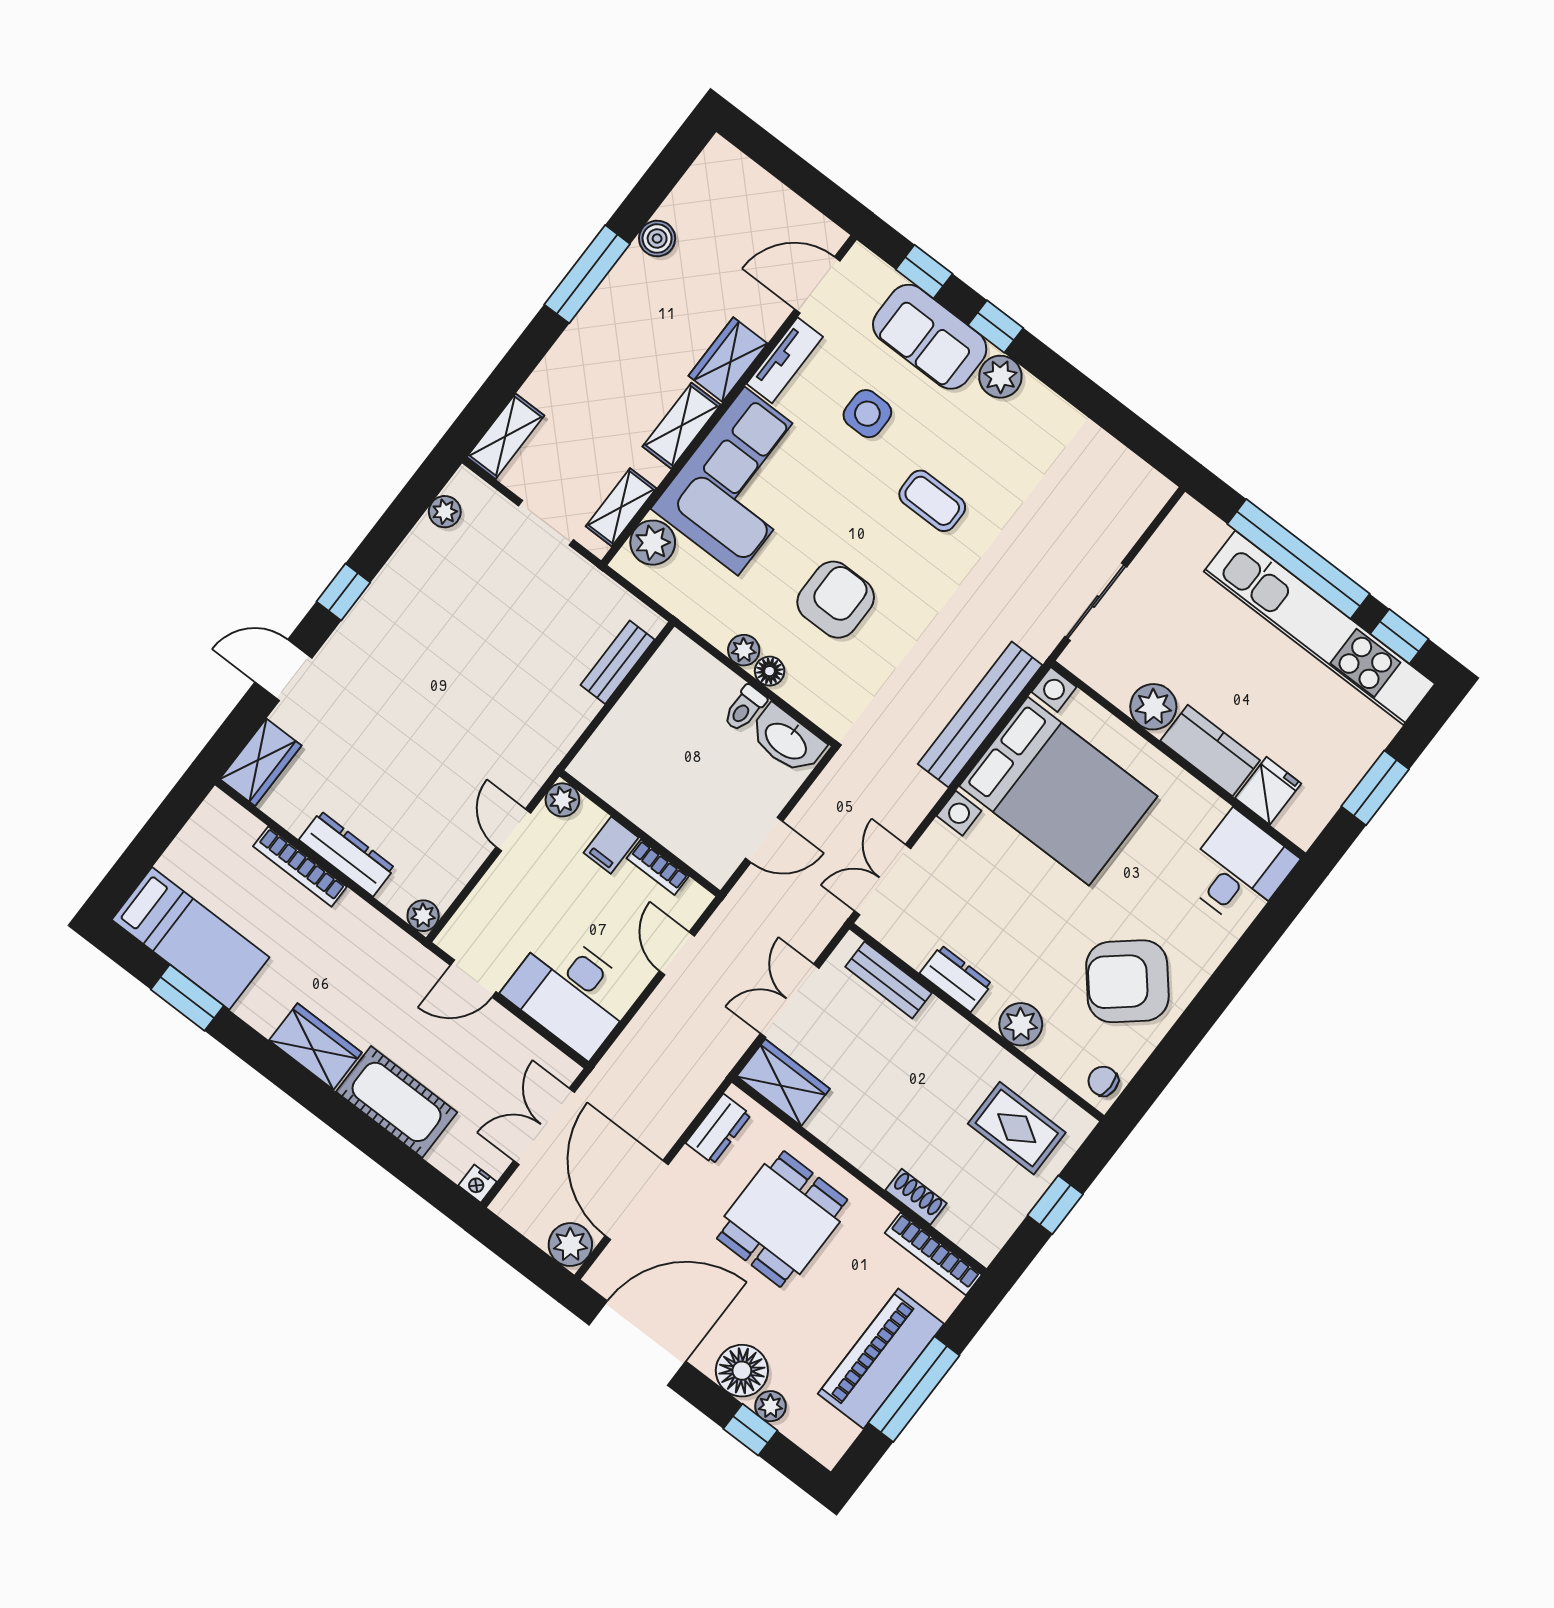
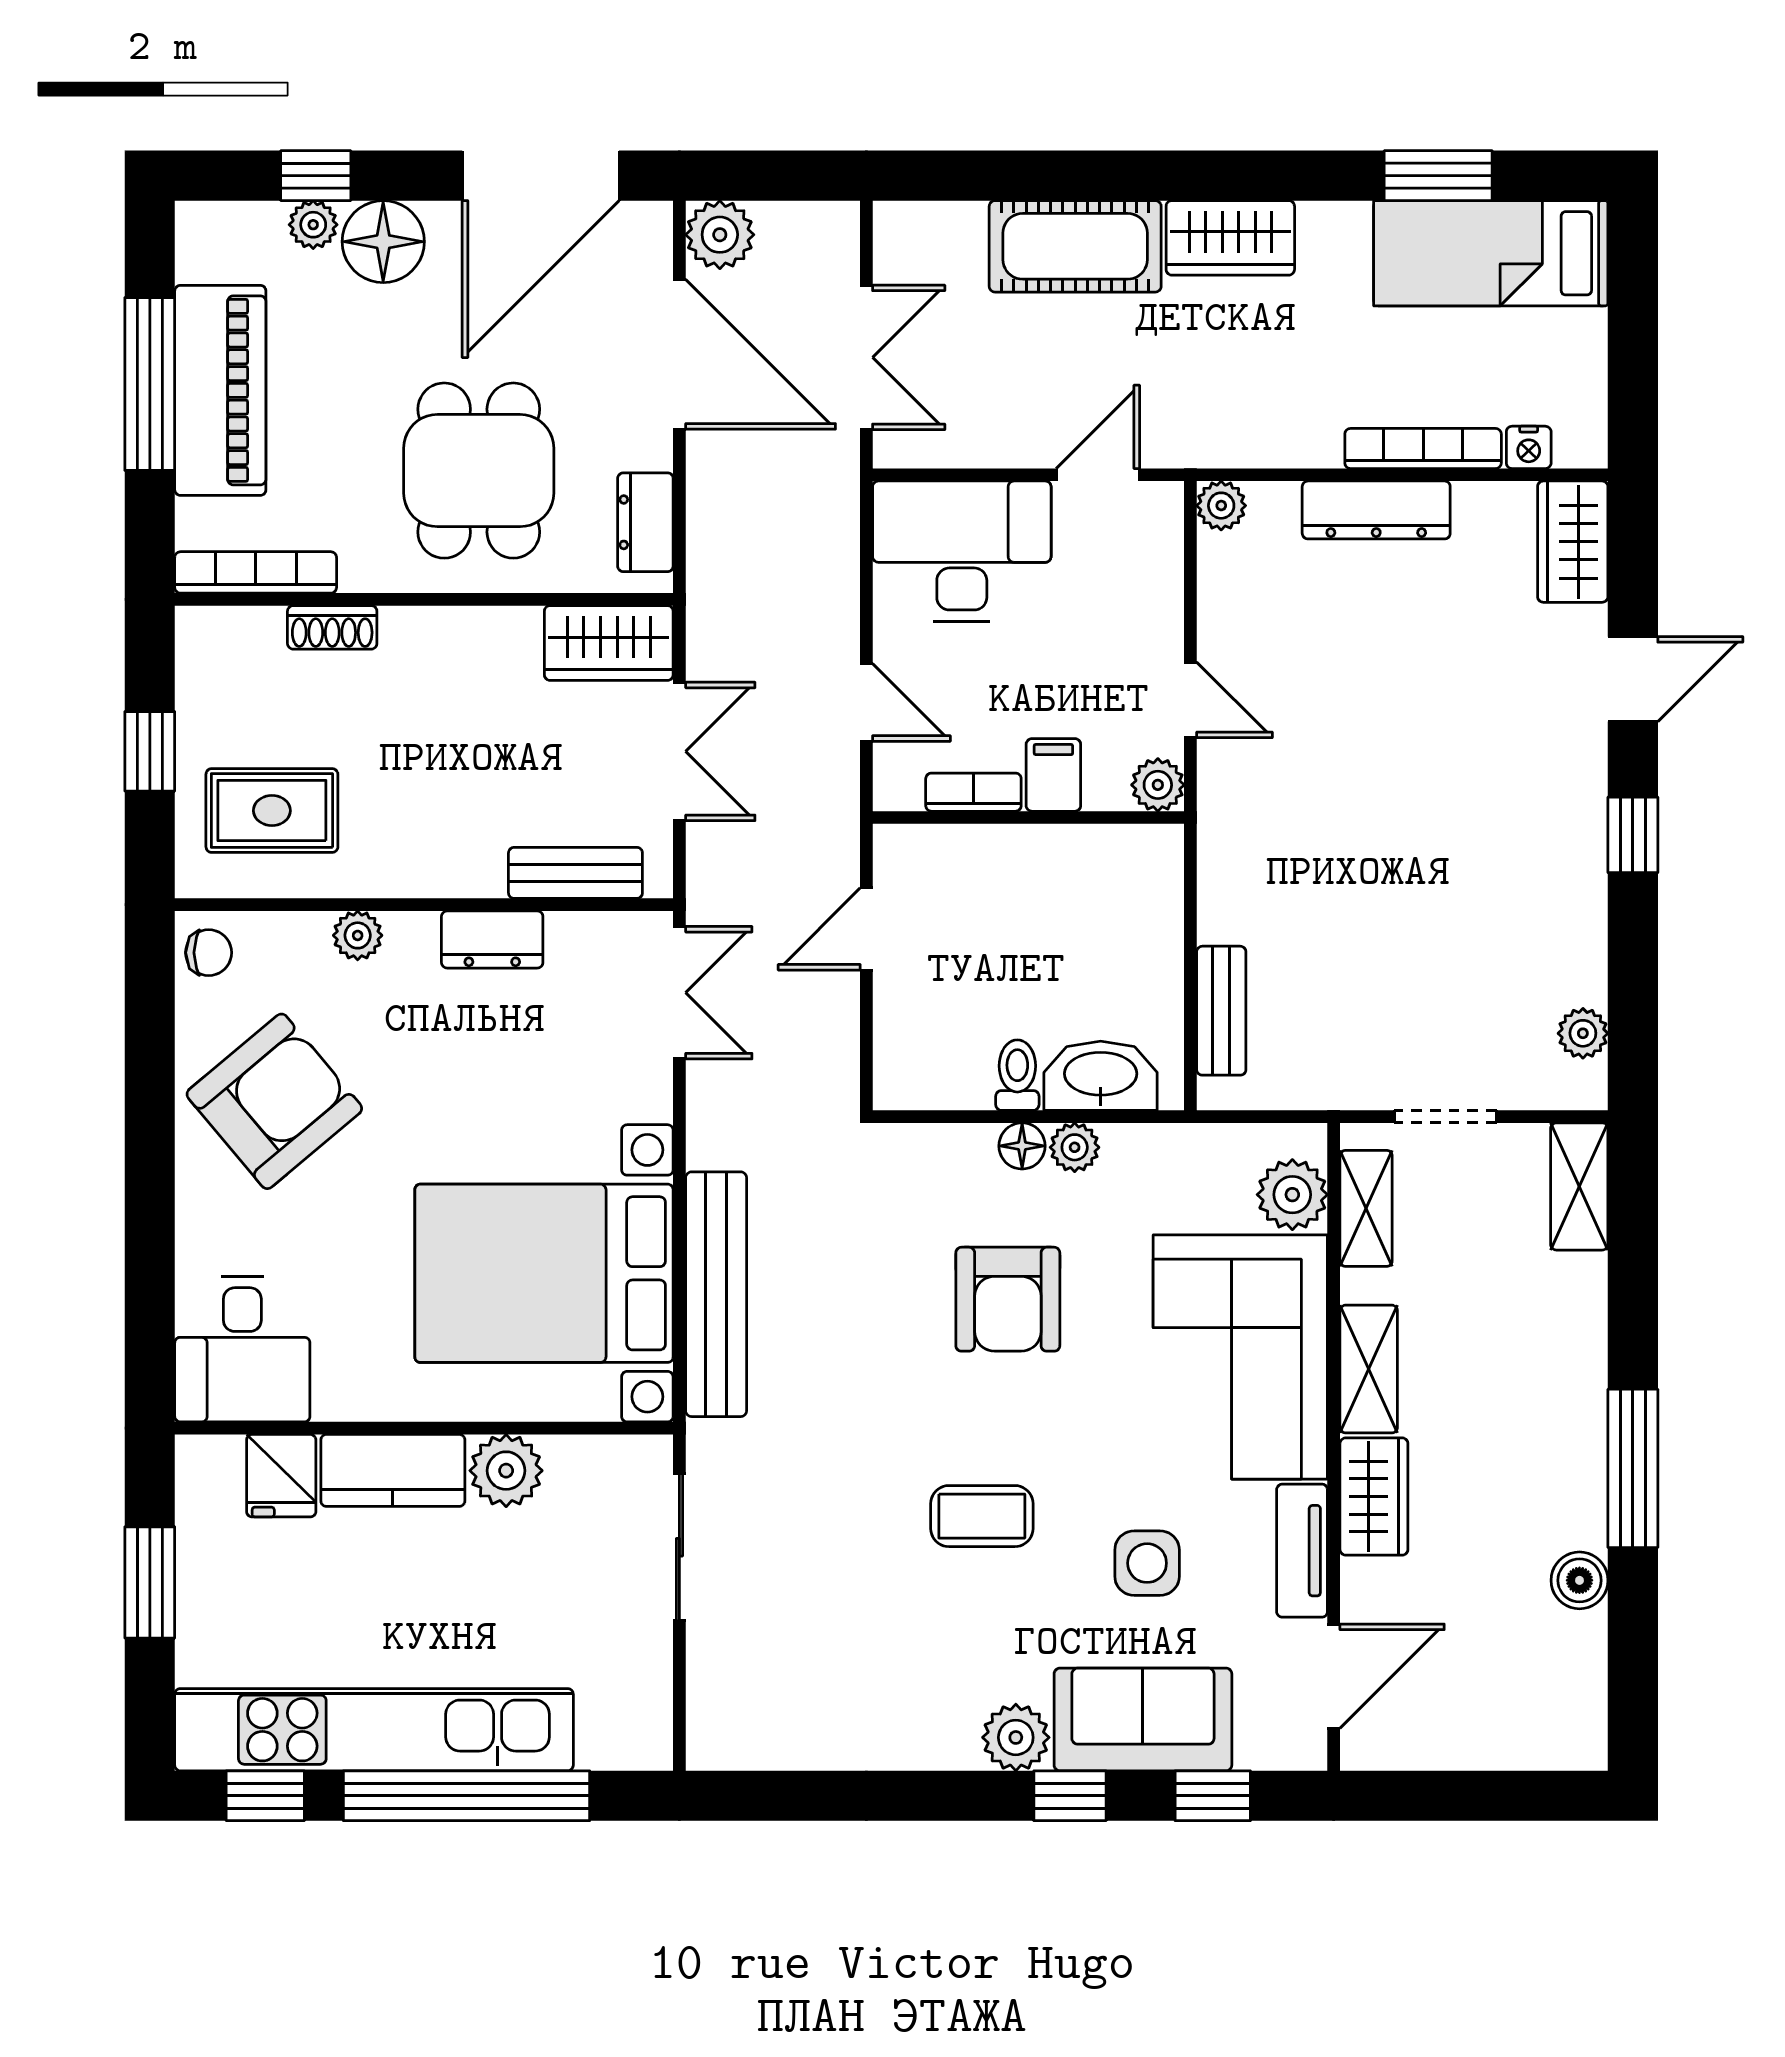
washbasin: (787, 740) -> (1101, 1076), moved
plant: (1021, 1024) -> (358, 935), width x0.73, depth x0.73
nightstand: (477, 1184) -> (1529, 447), moved, turned 180

